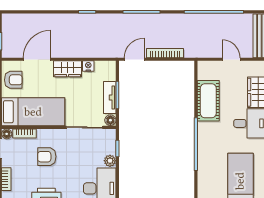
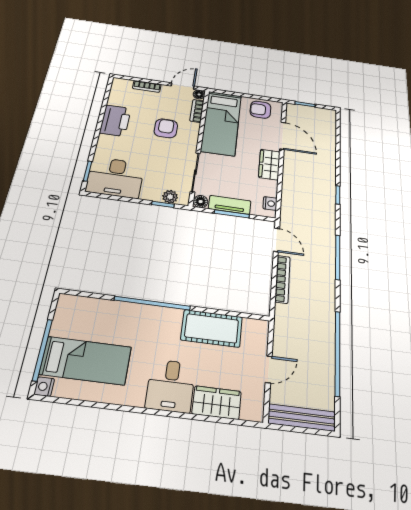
nightstand: (88, 66) -> (270, 203), moved
armchair: (13, 80) -> (260, 110), turned 90
plant: (110, 161) -> (170, 197), moved

